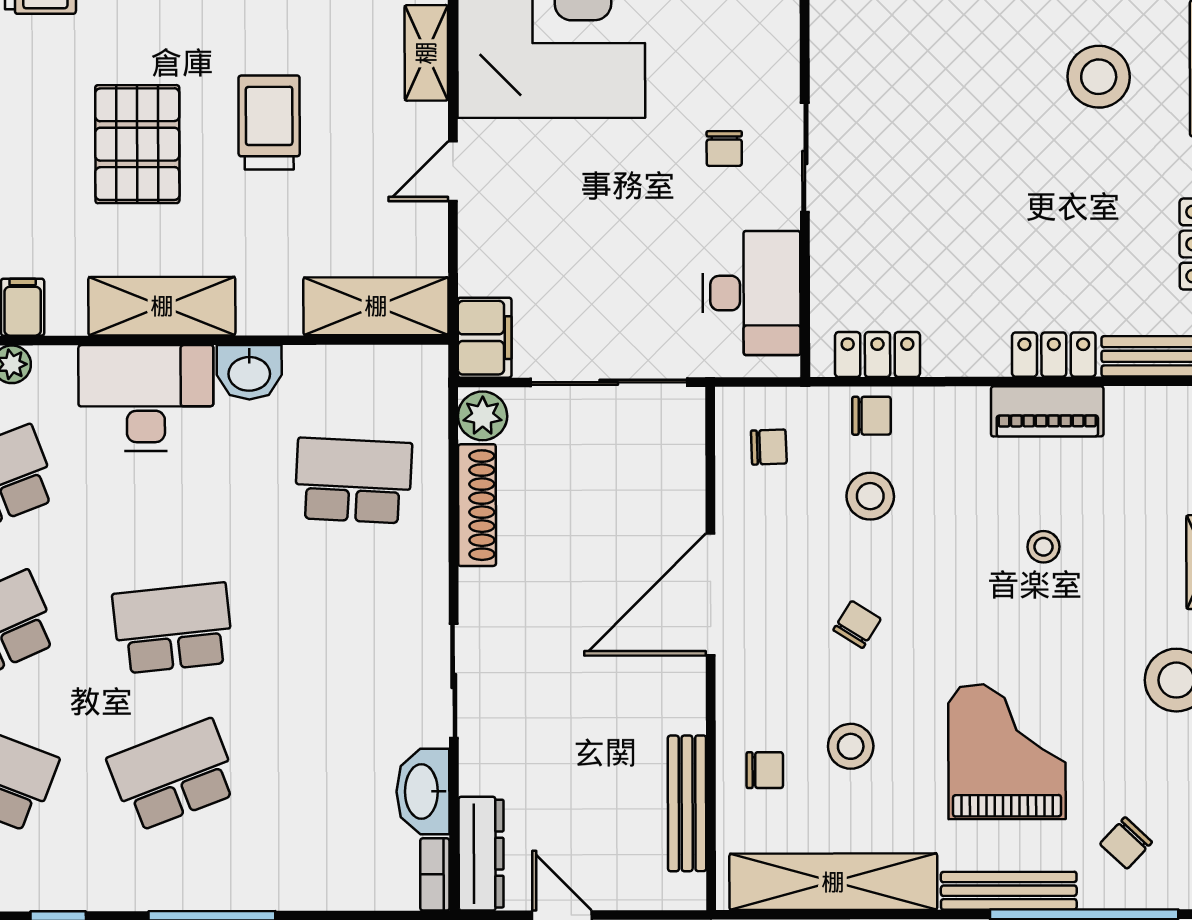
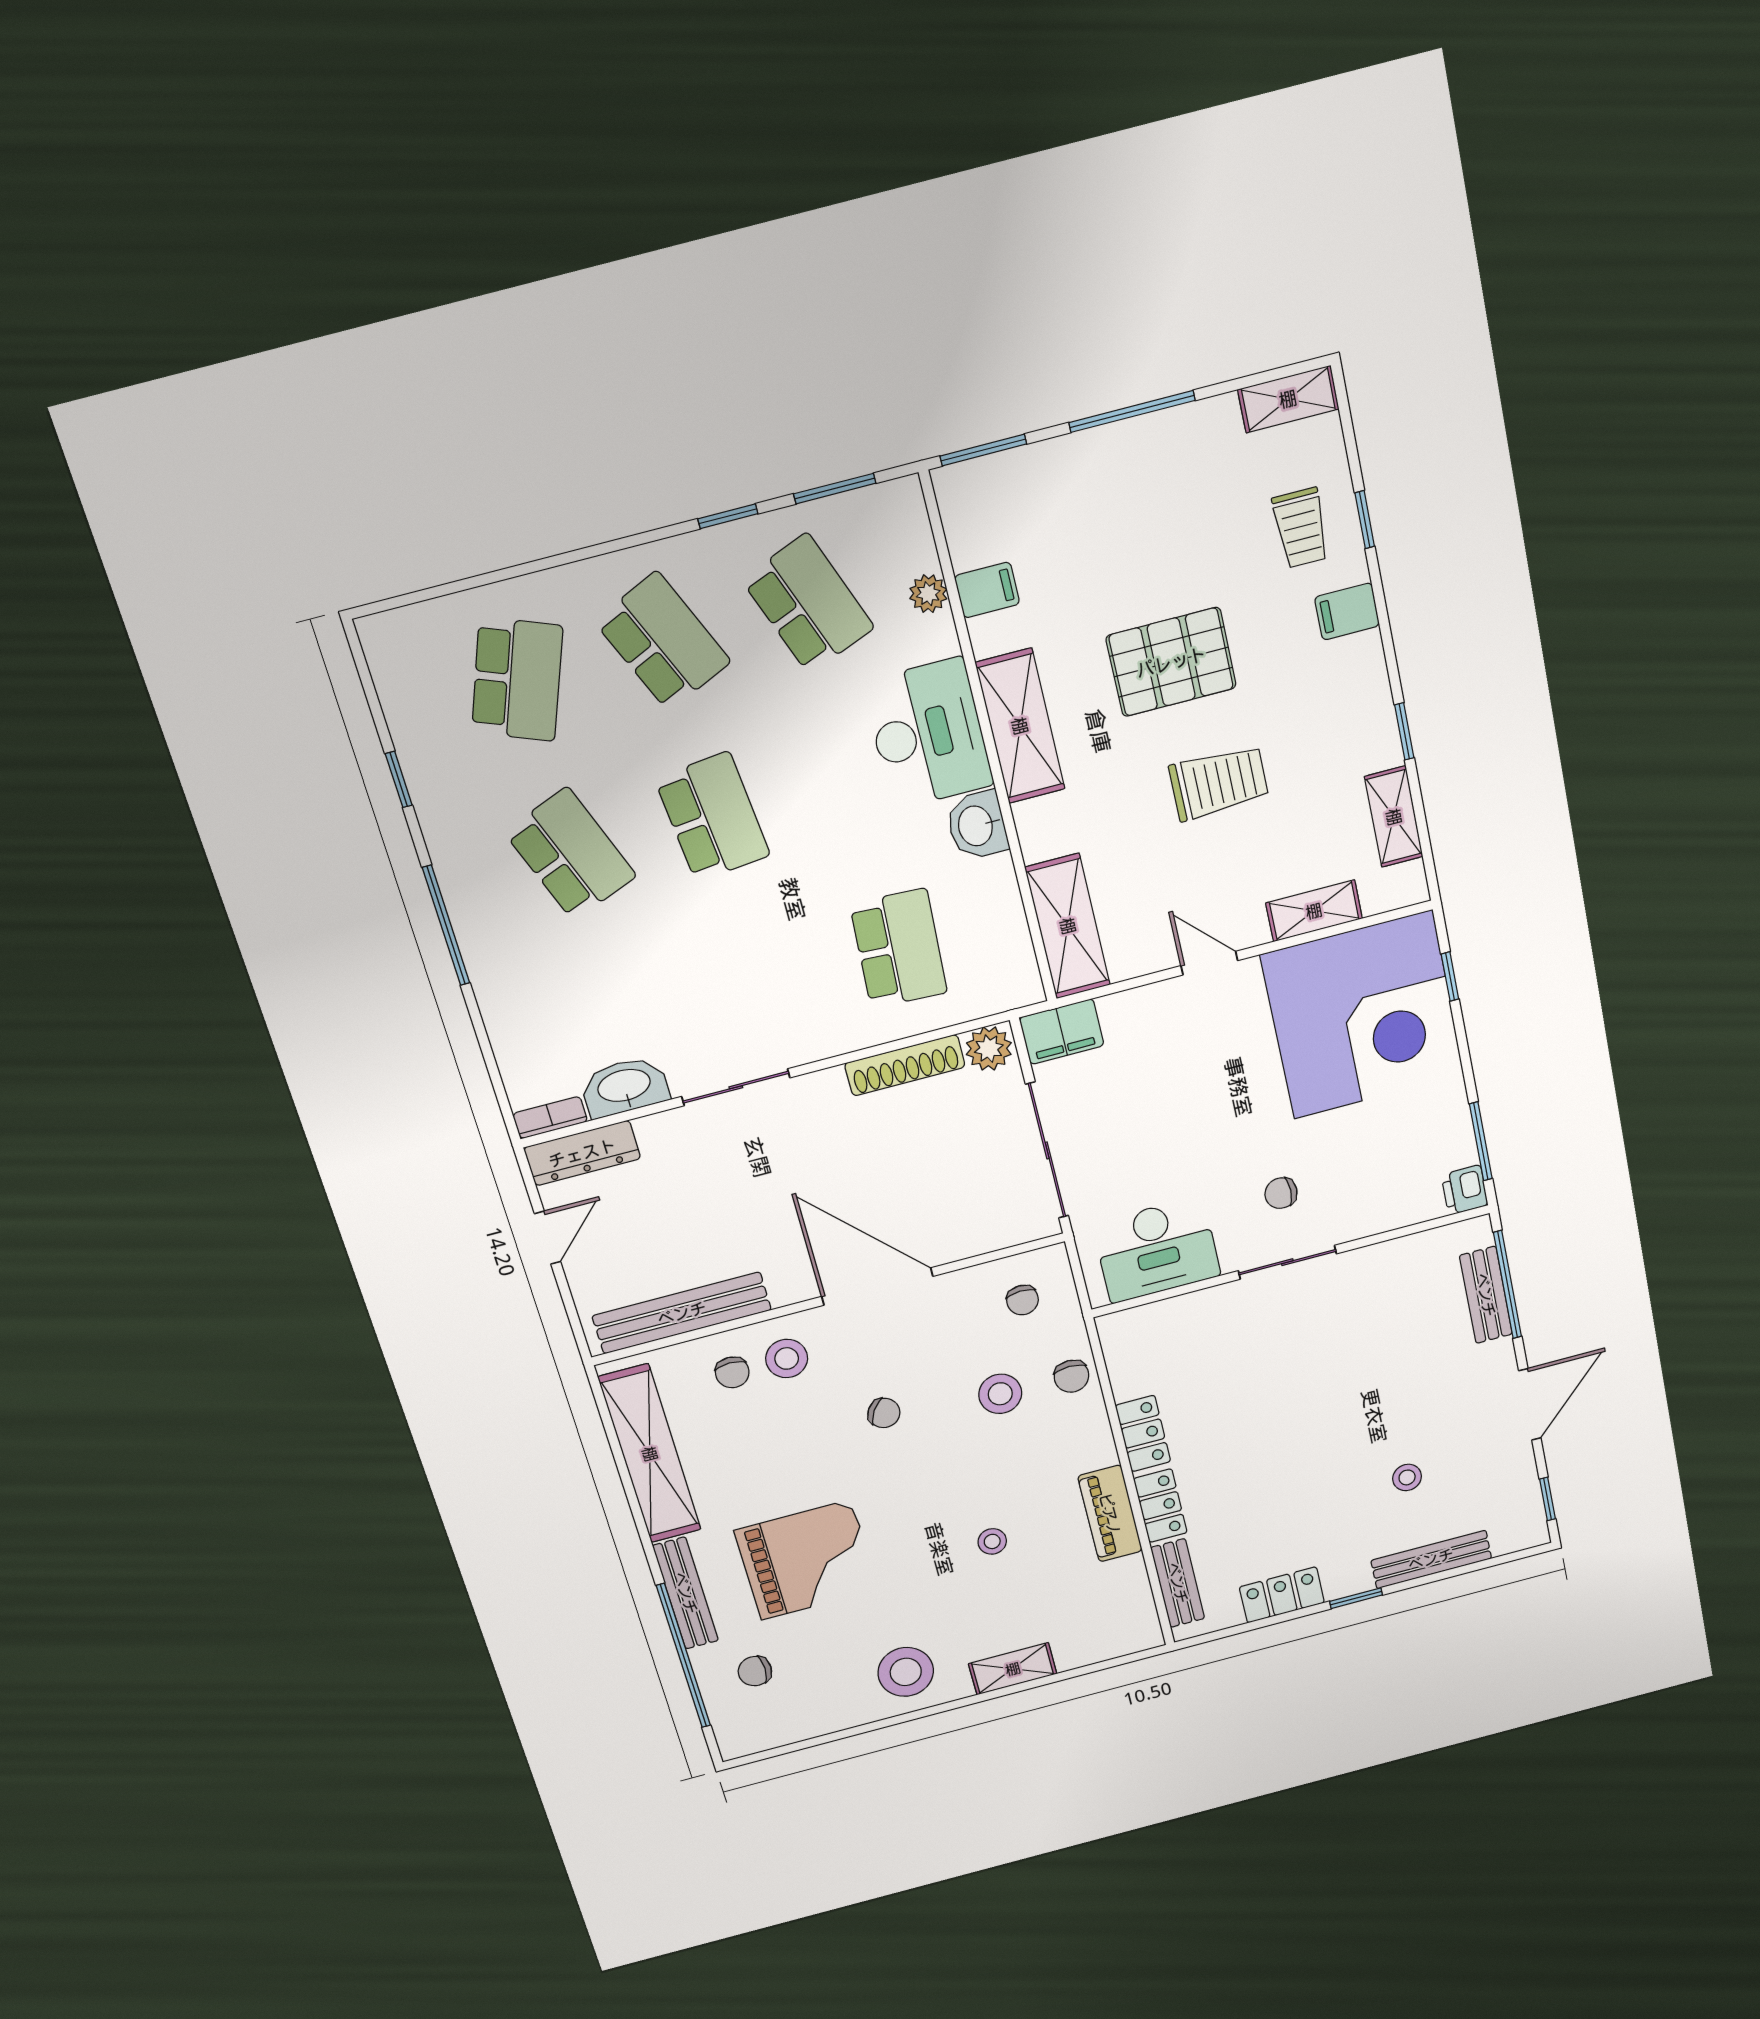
stool: (1099, 77) -> (1407, 1477), width x0.53, depth x0.53
locker: (878, 354) -> (1143, 1434), moved
stool: (851, 746) -> (787, 1358), moved
bench: (687, 803) -> (682, 1313), width x1.37, depth x1.21
chair: (1126, 843) -> (755, 1671), turned -43

